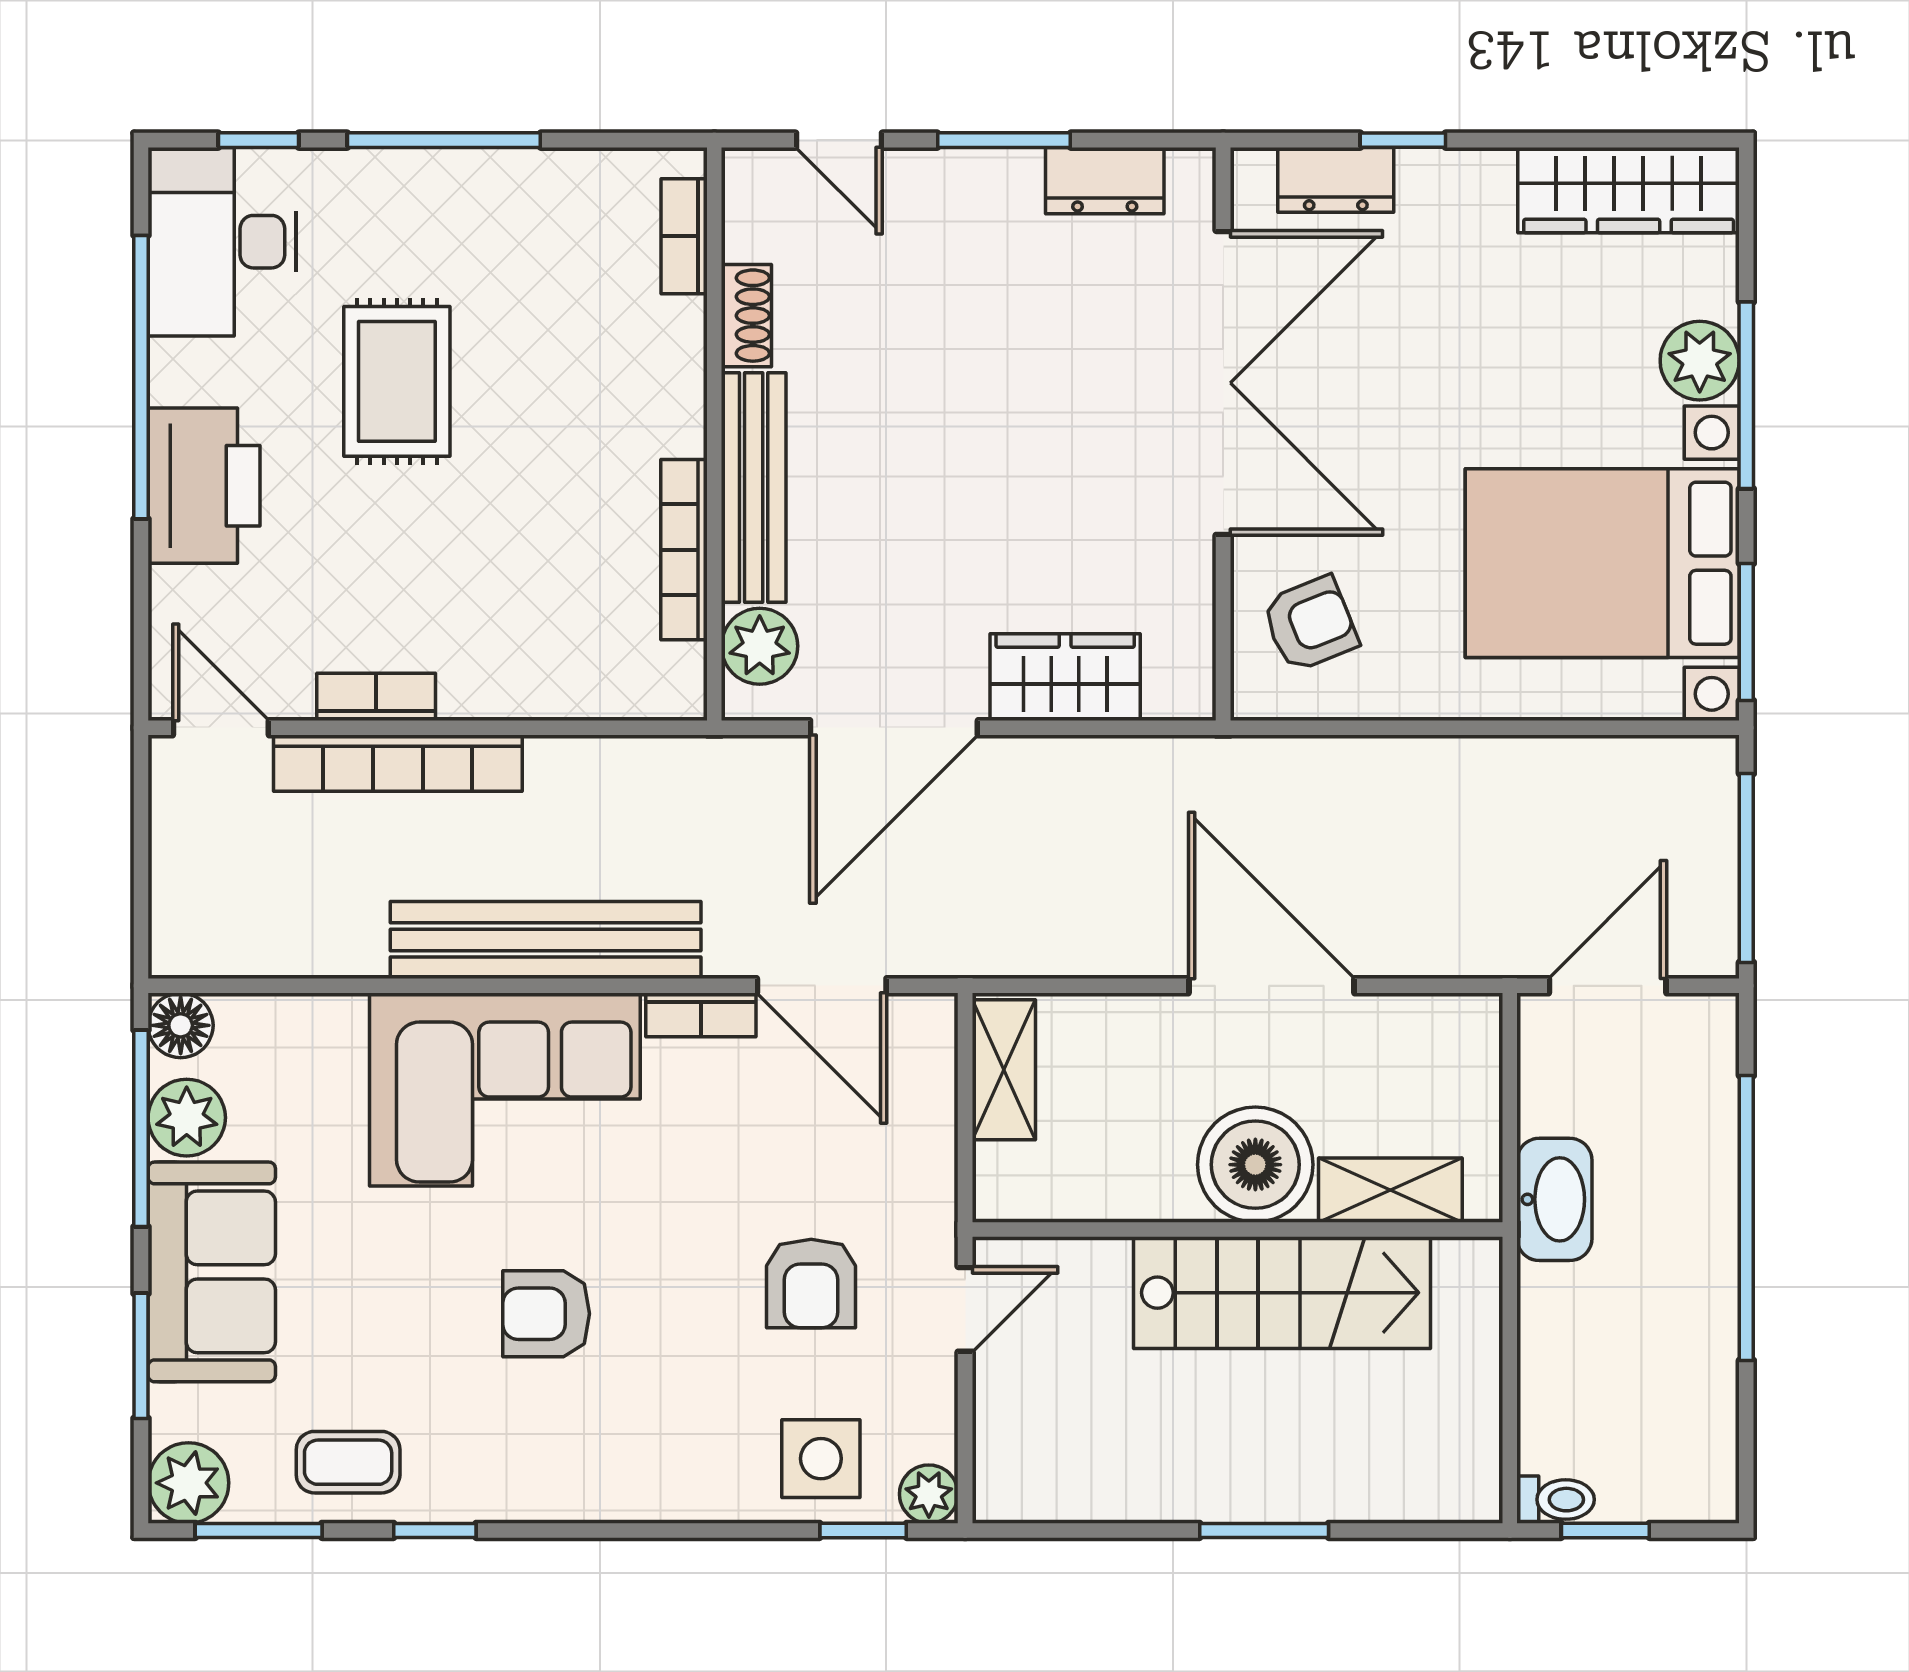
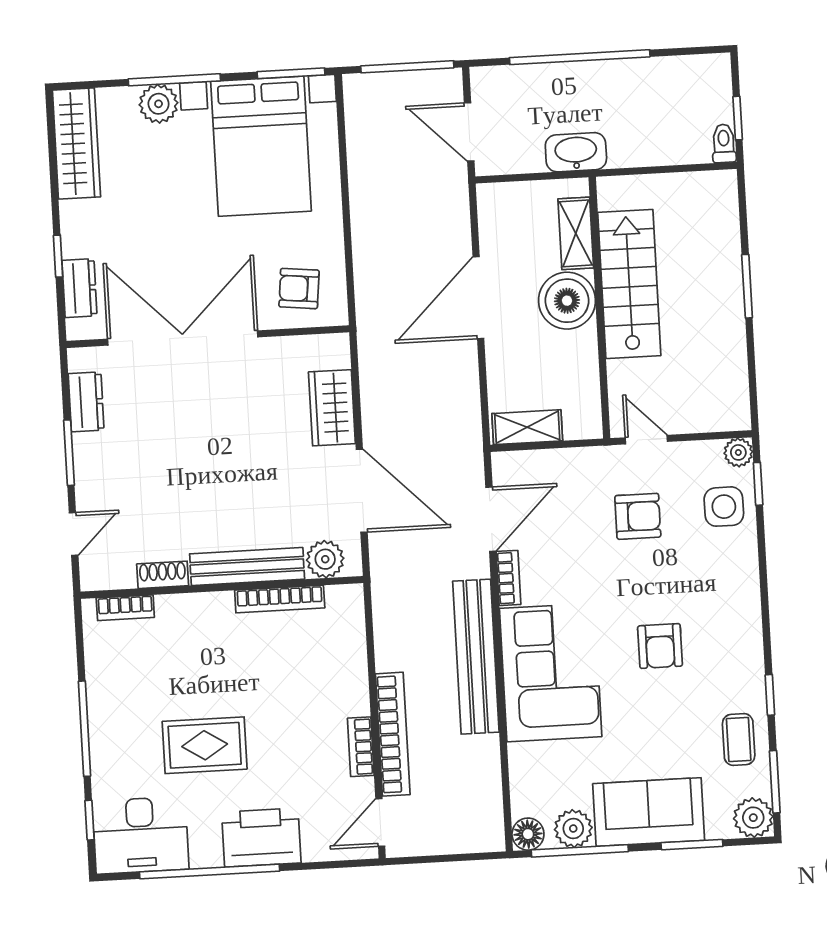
armchair: (1310, 624) -> (299, 289), turned -62

